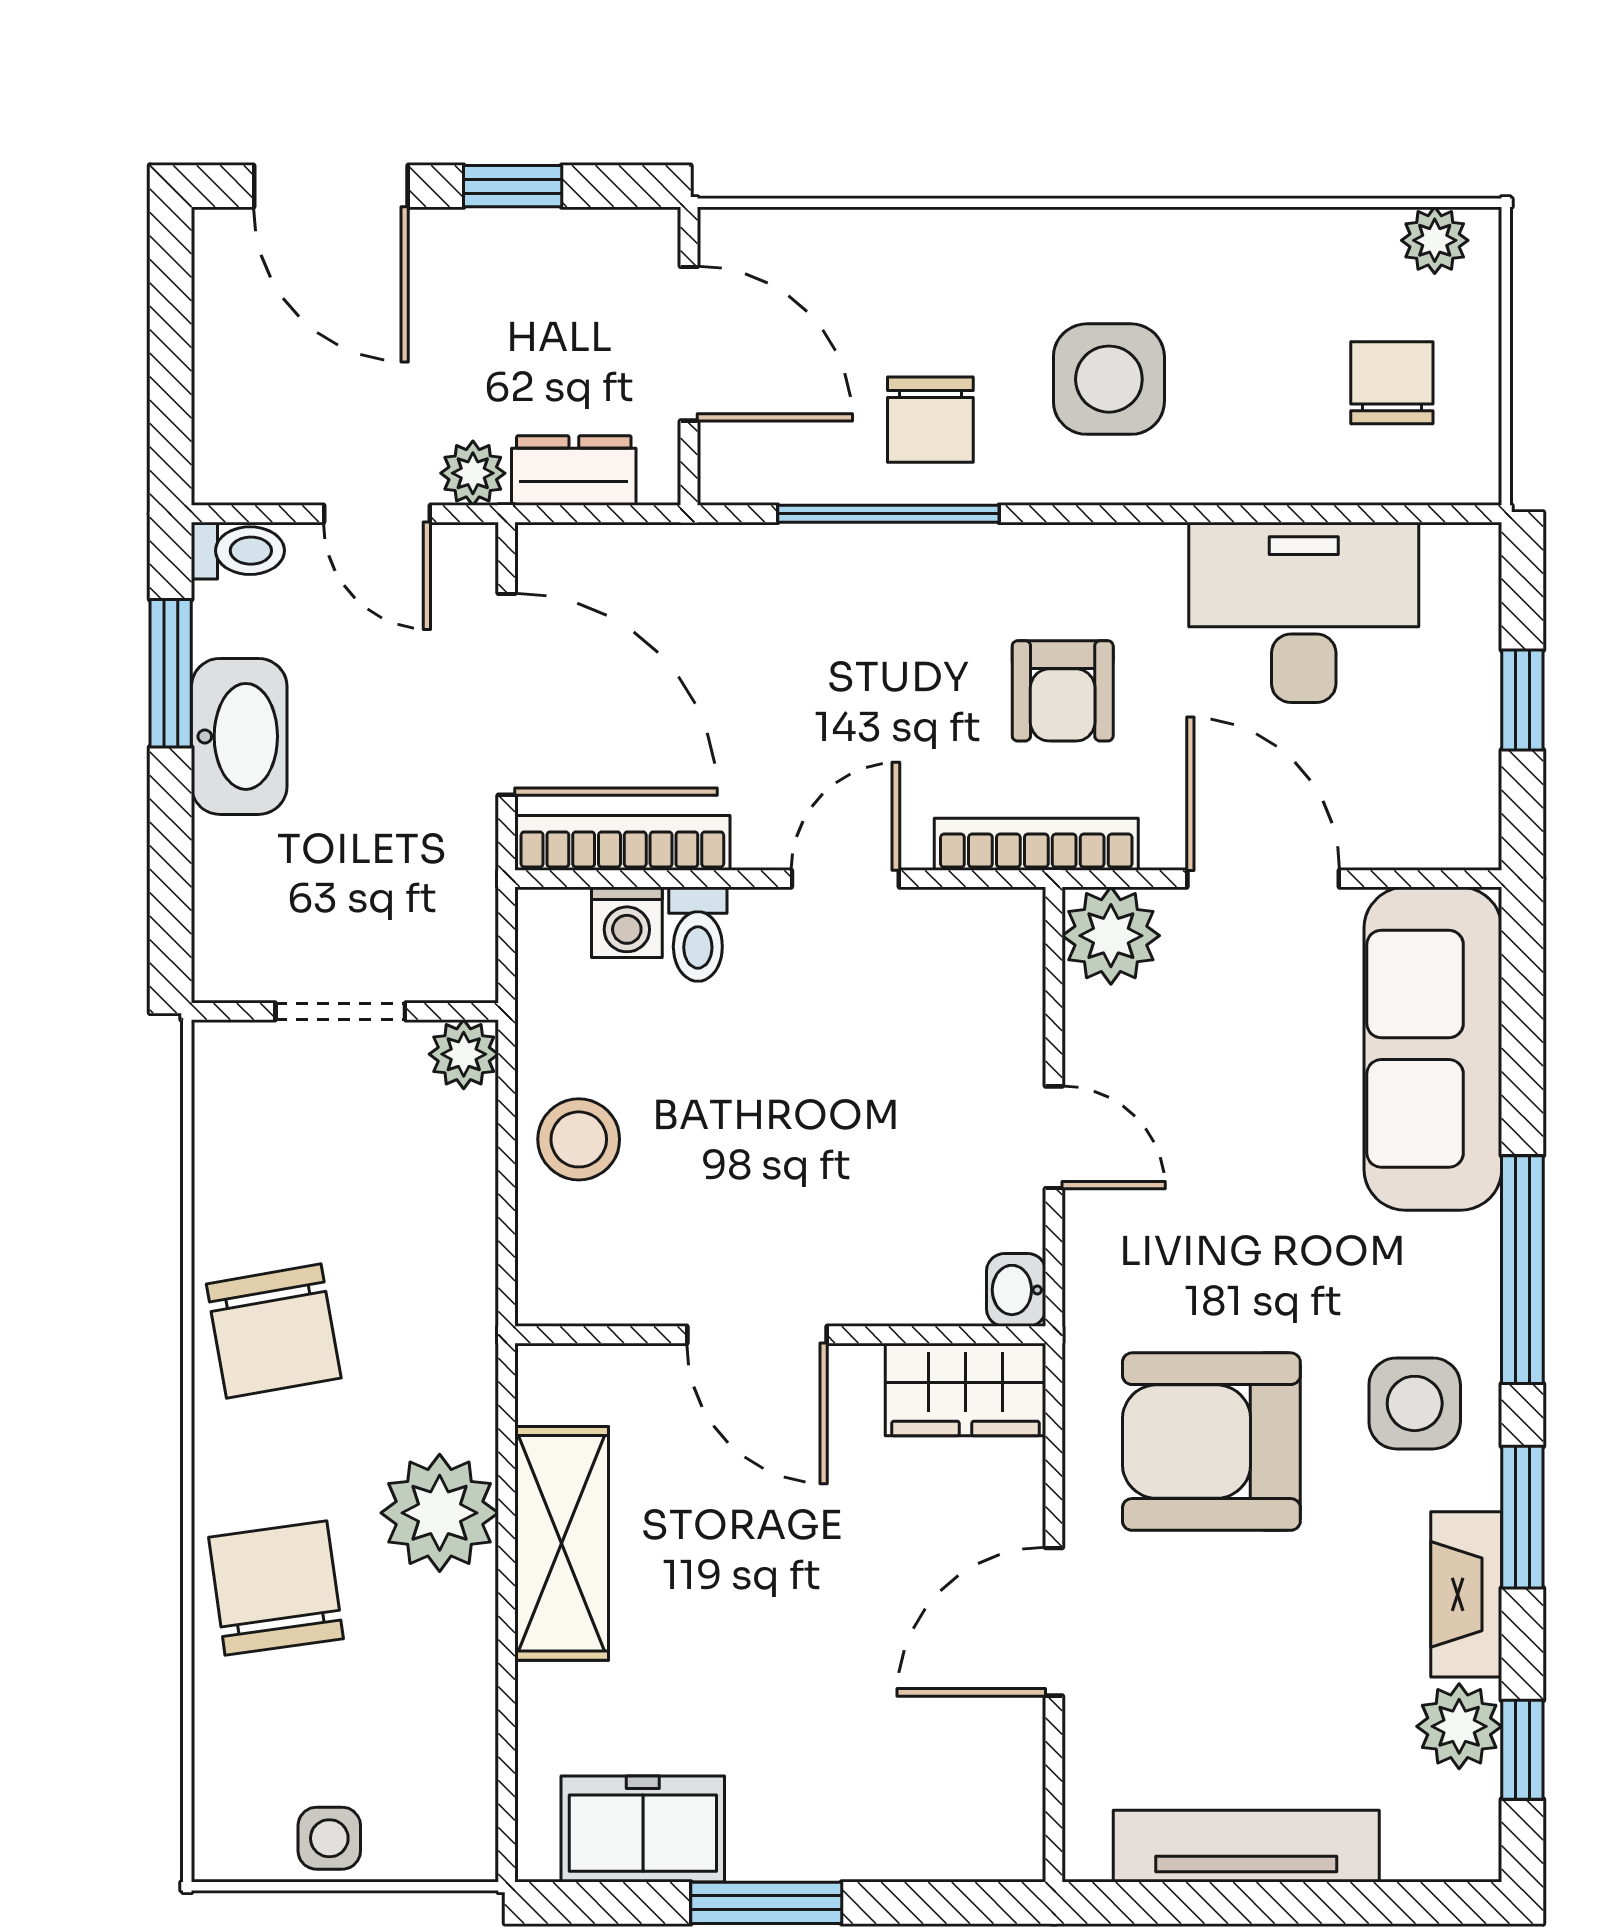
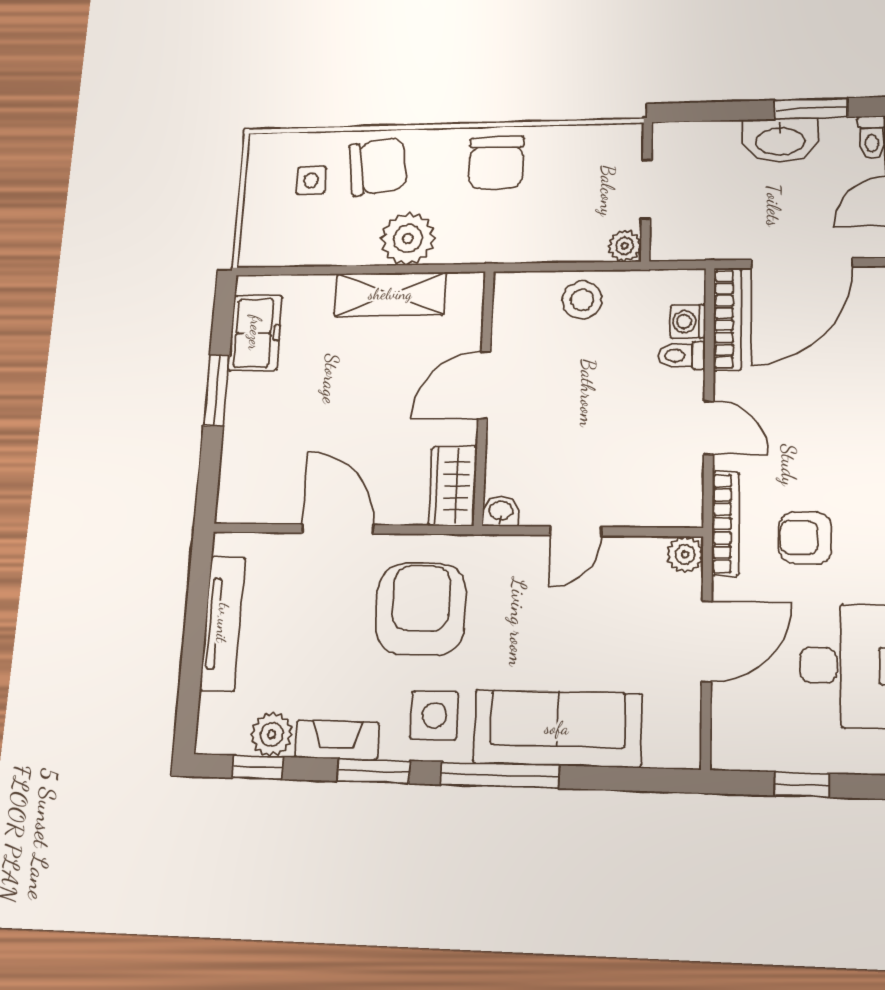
plant: (1111, 936) -> (685, 554), width x0.73, depth x0.73
sofa: (1433, 1049) -> (557, 728), moved
chair: (274, 1331) -> (496, 163), turned -80
side table: (329, 1838) -> (311, 180), moved

